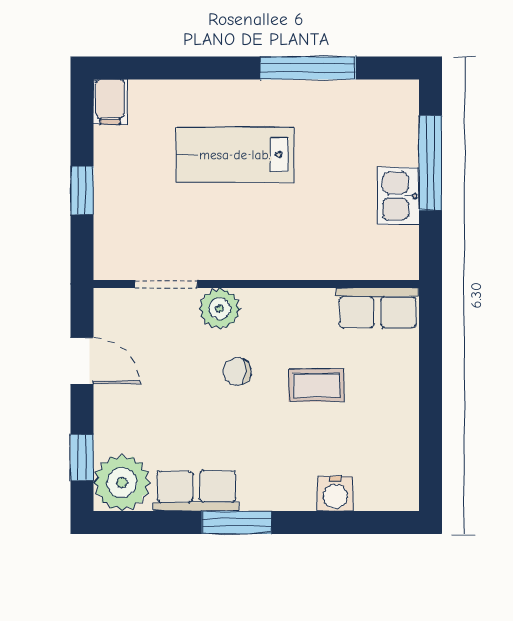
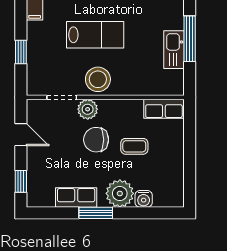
lab bench: (235, 155) -> (95, 35), turned 180
kitchen sink: (398, 196) -> (174, 50), width x1.38
stool: (241, 247) -> (98, 79), added
chair: (237, 371) -> (96, 140), width x1.87, depth x1.87
plant: (122, 483) -> (120, 193), moved

